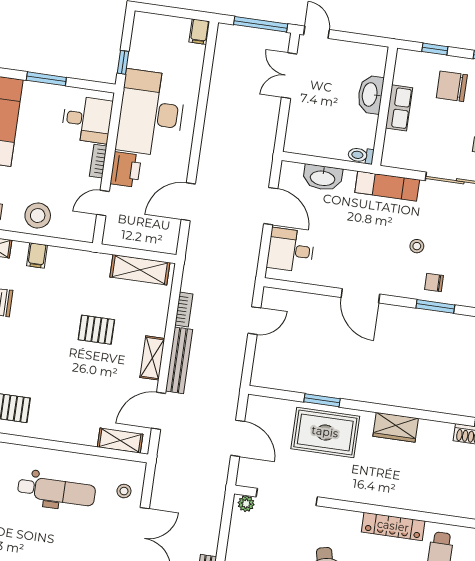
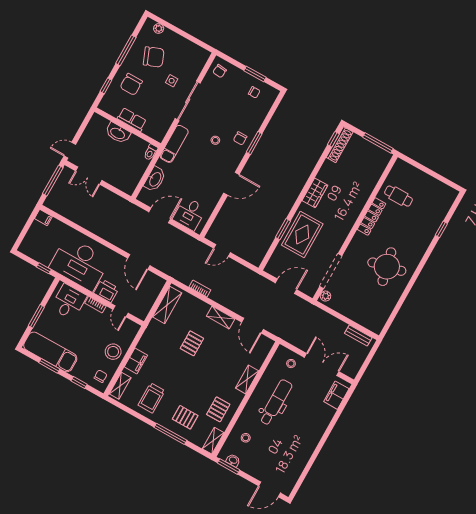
filing cabinet: (37, 255) -> (136, 361), width x2.00
door: (254, 321) -> (222, 250), swing flipped
bench: (179, 360) -> (228, 303), removed
shelving: (120, 441) -> (247, 379), moved

